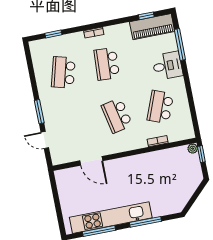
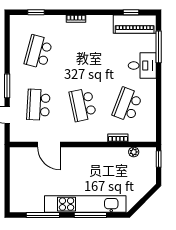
school desk: (107, 64) -> (38, 105), moved
plant: (193, 149) -> (134, 152), moved
kitchen unit: (111, 218) -> (85, 204), moved

